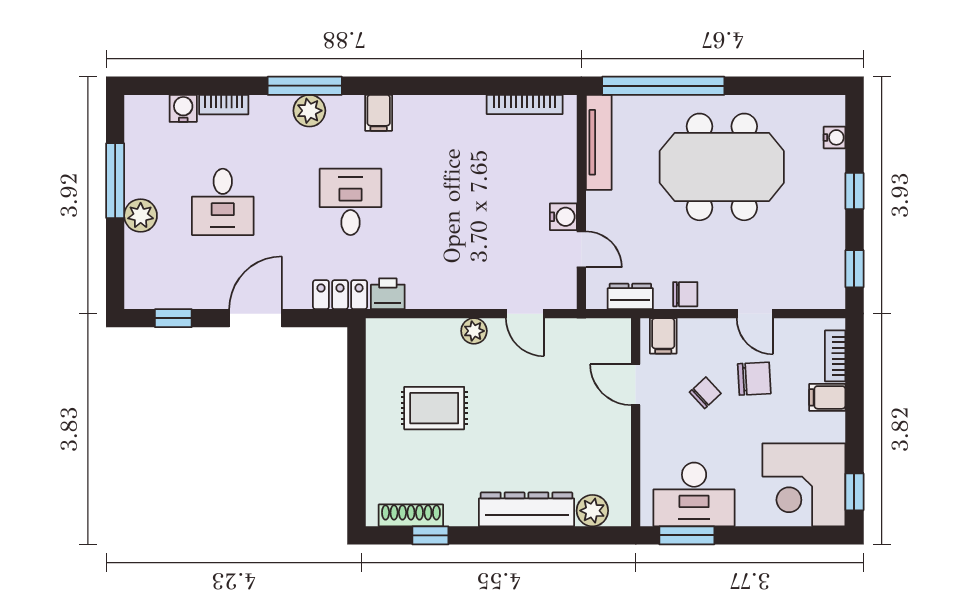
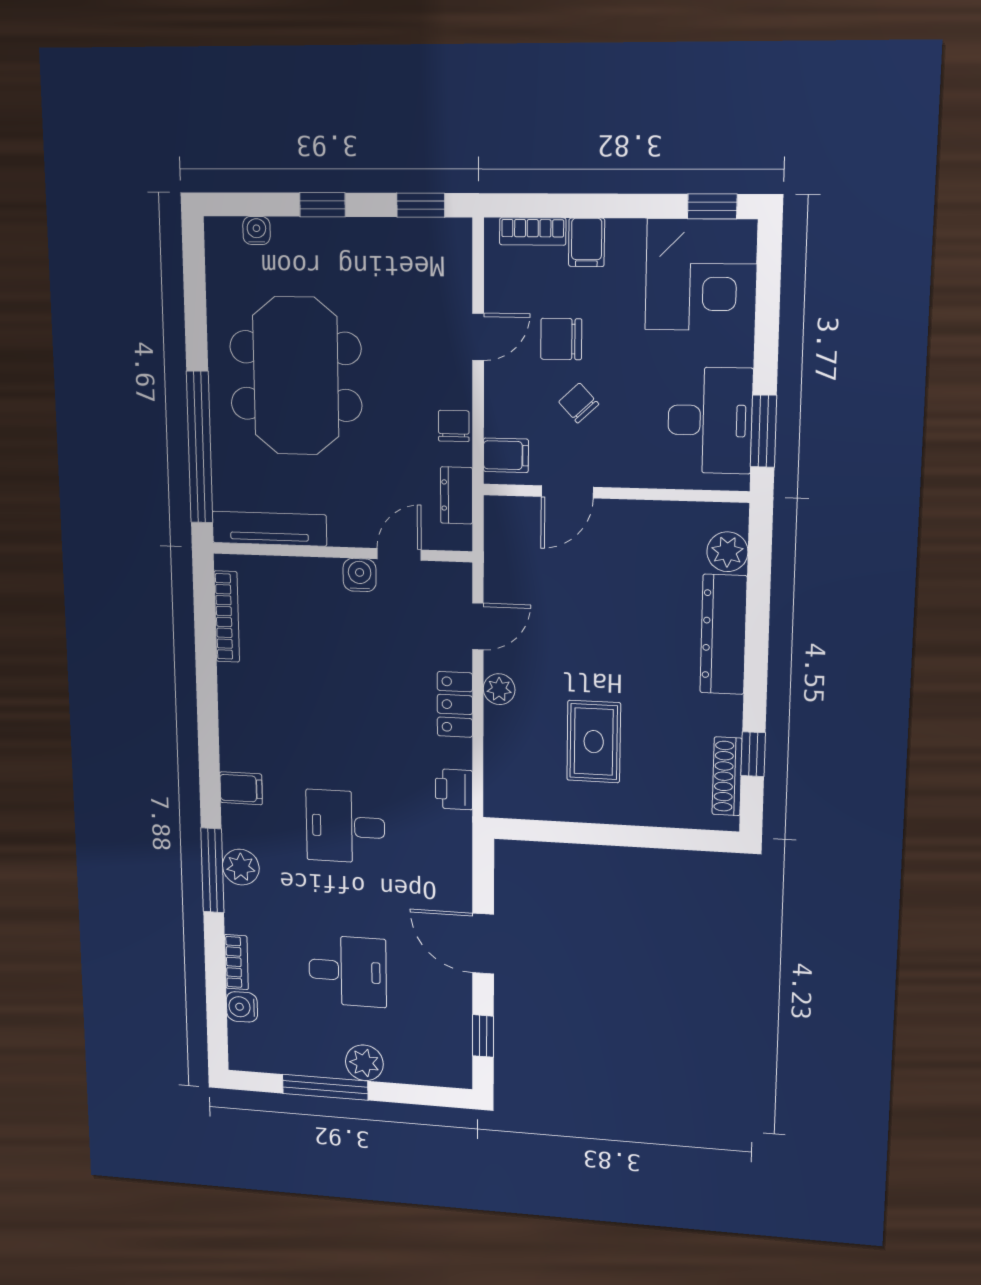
locker: (340, 295) -> (455, 704), moved
chair: (754, 379) -> (561, 339), turned -87

